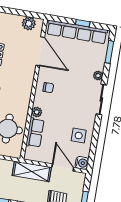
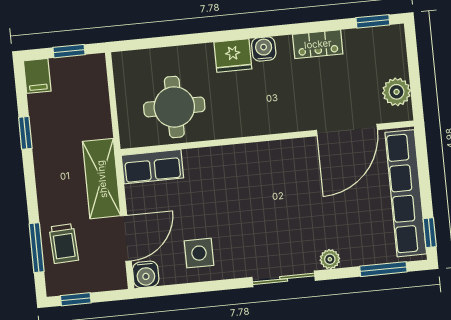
window: (83, 23) -> (430, 233), moved
chair: (48, 88) -> (279, 166), removed
plant: (37, 112) -> (223, 156), removed
row of seats: (35, 133) -> (152, 167), moved

